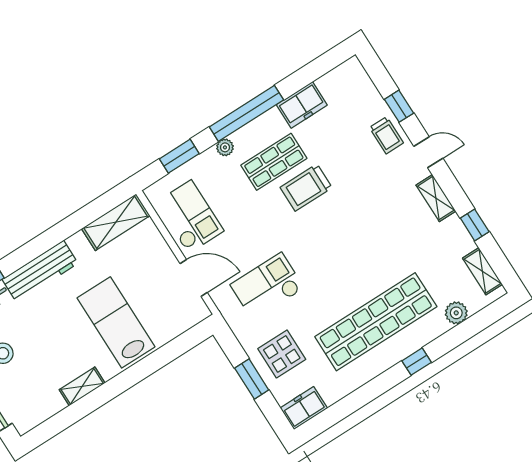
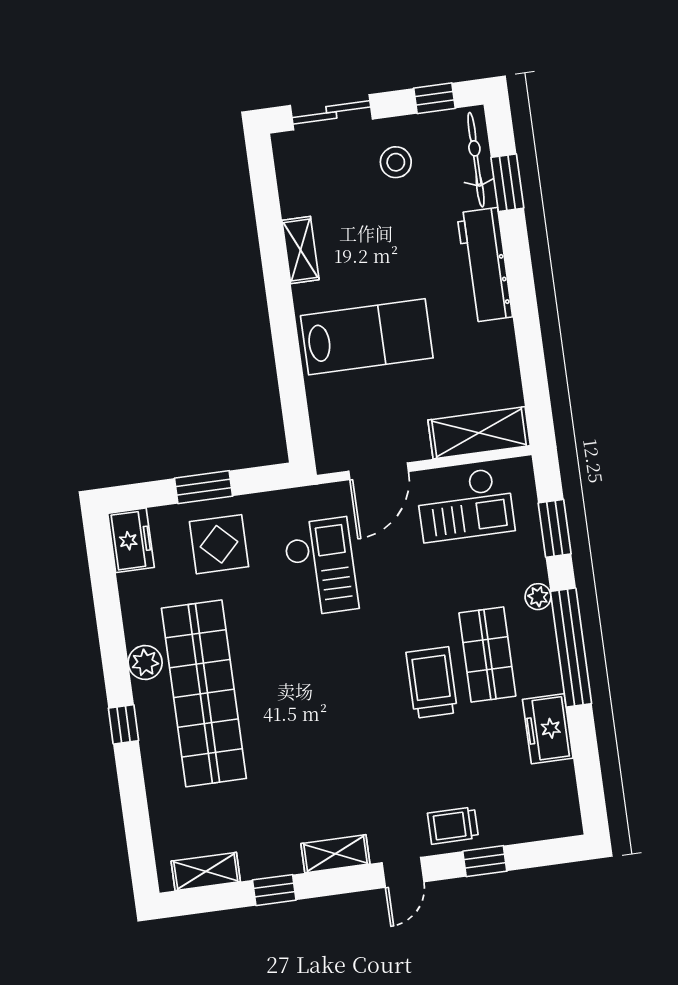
shelving: (116, 222) -> (479, 433), moved, turned 90
plant: (456, 313) -> (145, 662), moved

